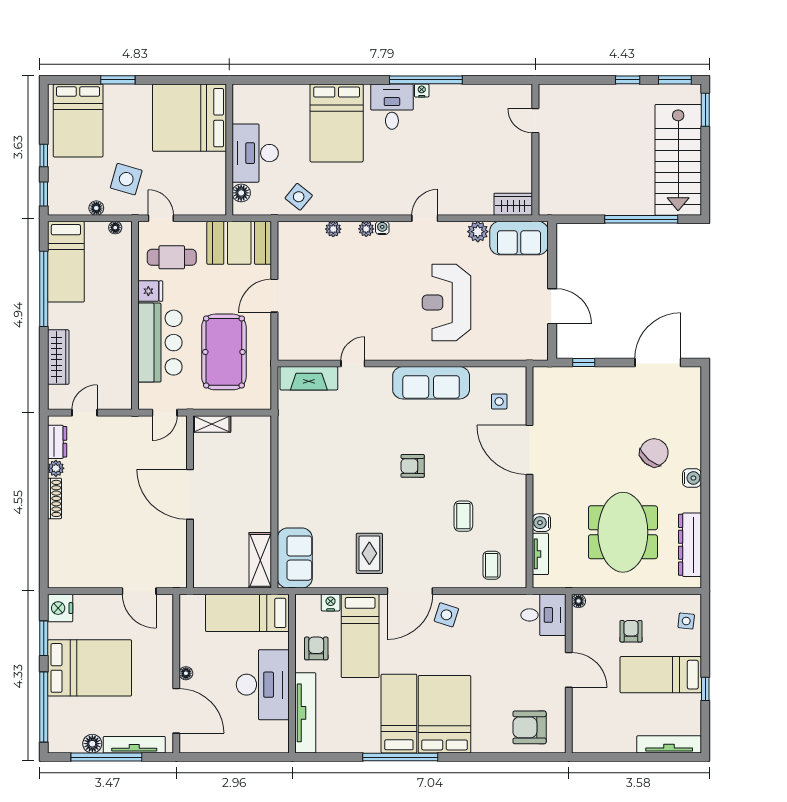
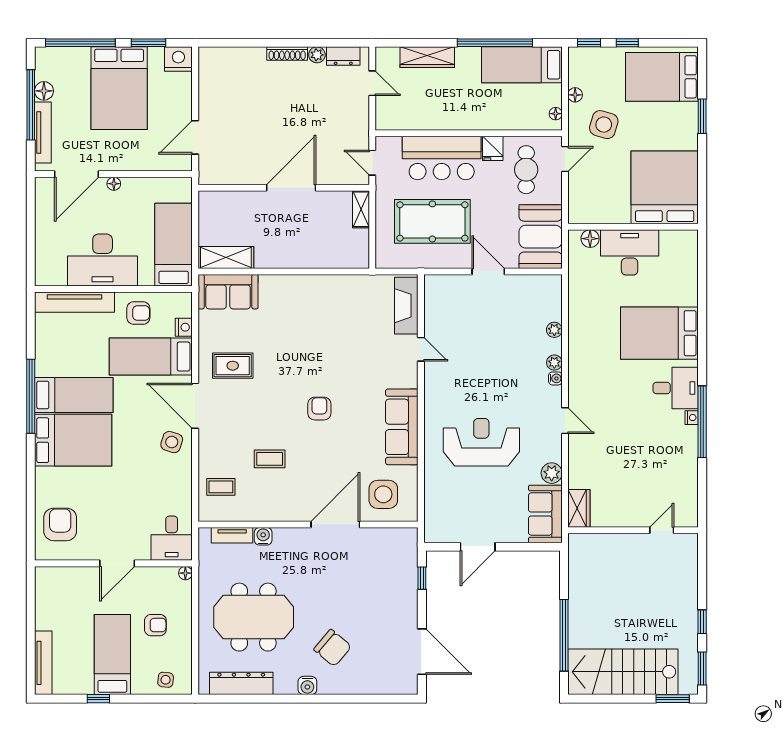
side table: (299, 197) -> (586, 296), removed
side table: (499, 401) -> (383, 494), width x1.87, depth x1.87

